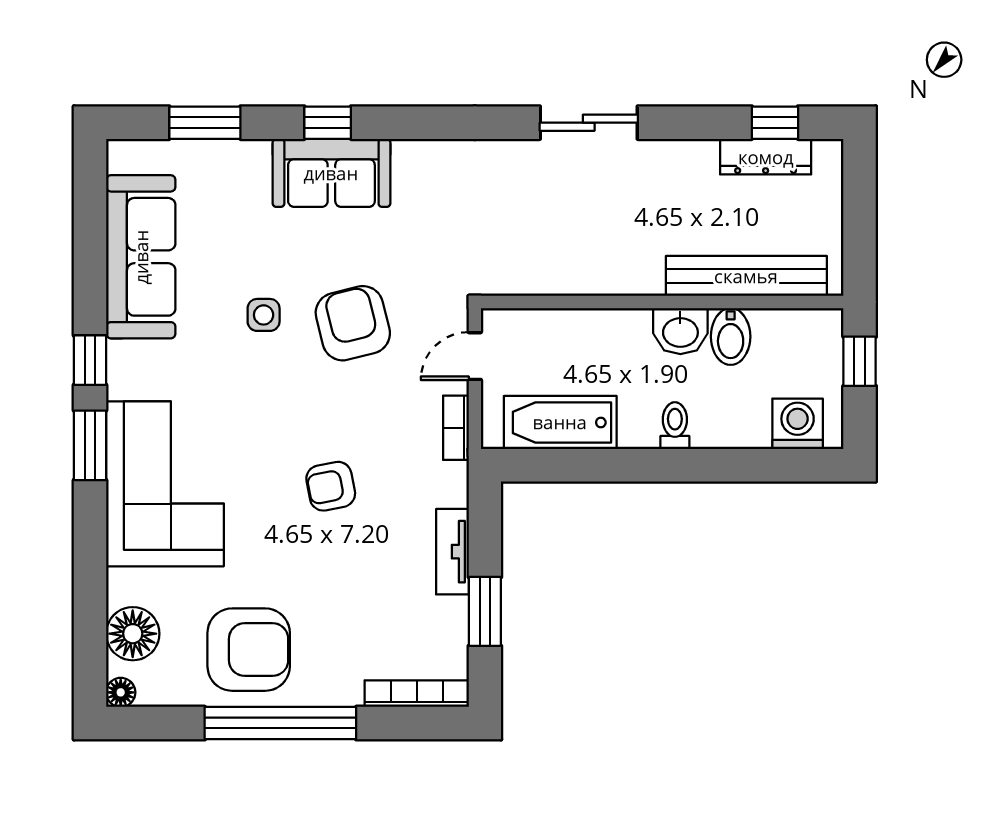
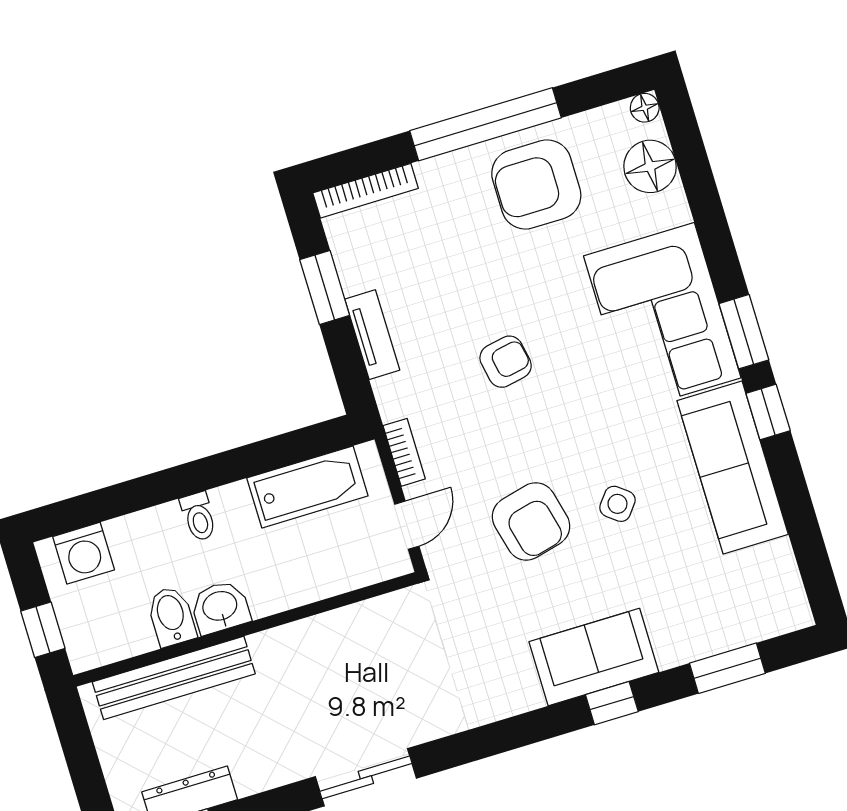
sofa: (141, 257) -> (733, 467), moved
side table: (264, 315) -> (617, 504), turned 38

